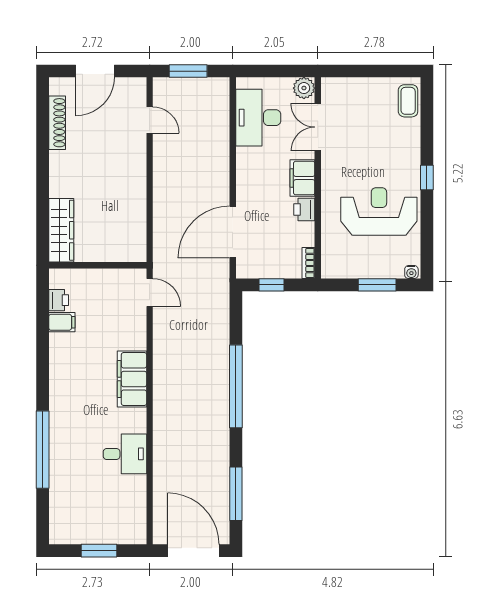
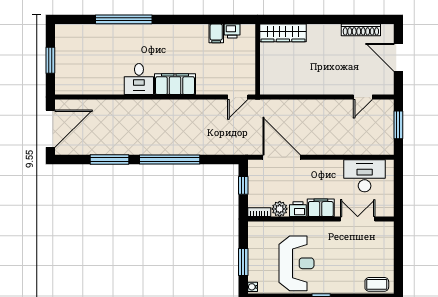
plant: (304, 88) -> (280, 209), moved
desk: (125, 454) -> (139, 79), moved
window: (236, 494) -> (110, 160), moved

